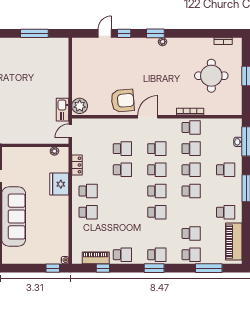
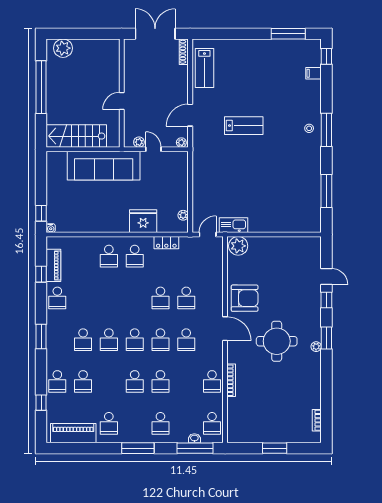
round table: (211, 76) -> (277, 341), moved
armchair: (123, 101) -> (245, 298), turned -85
door: (70, 131) -> (208, 235), hinge flipped
school desk: (191, 149) -> (212, 423), moved
school desk: (157, 255) -> (83, 340), moved
window: (209, 268) -> (41, 403), width x0.46

